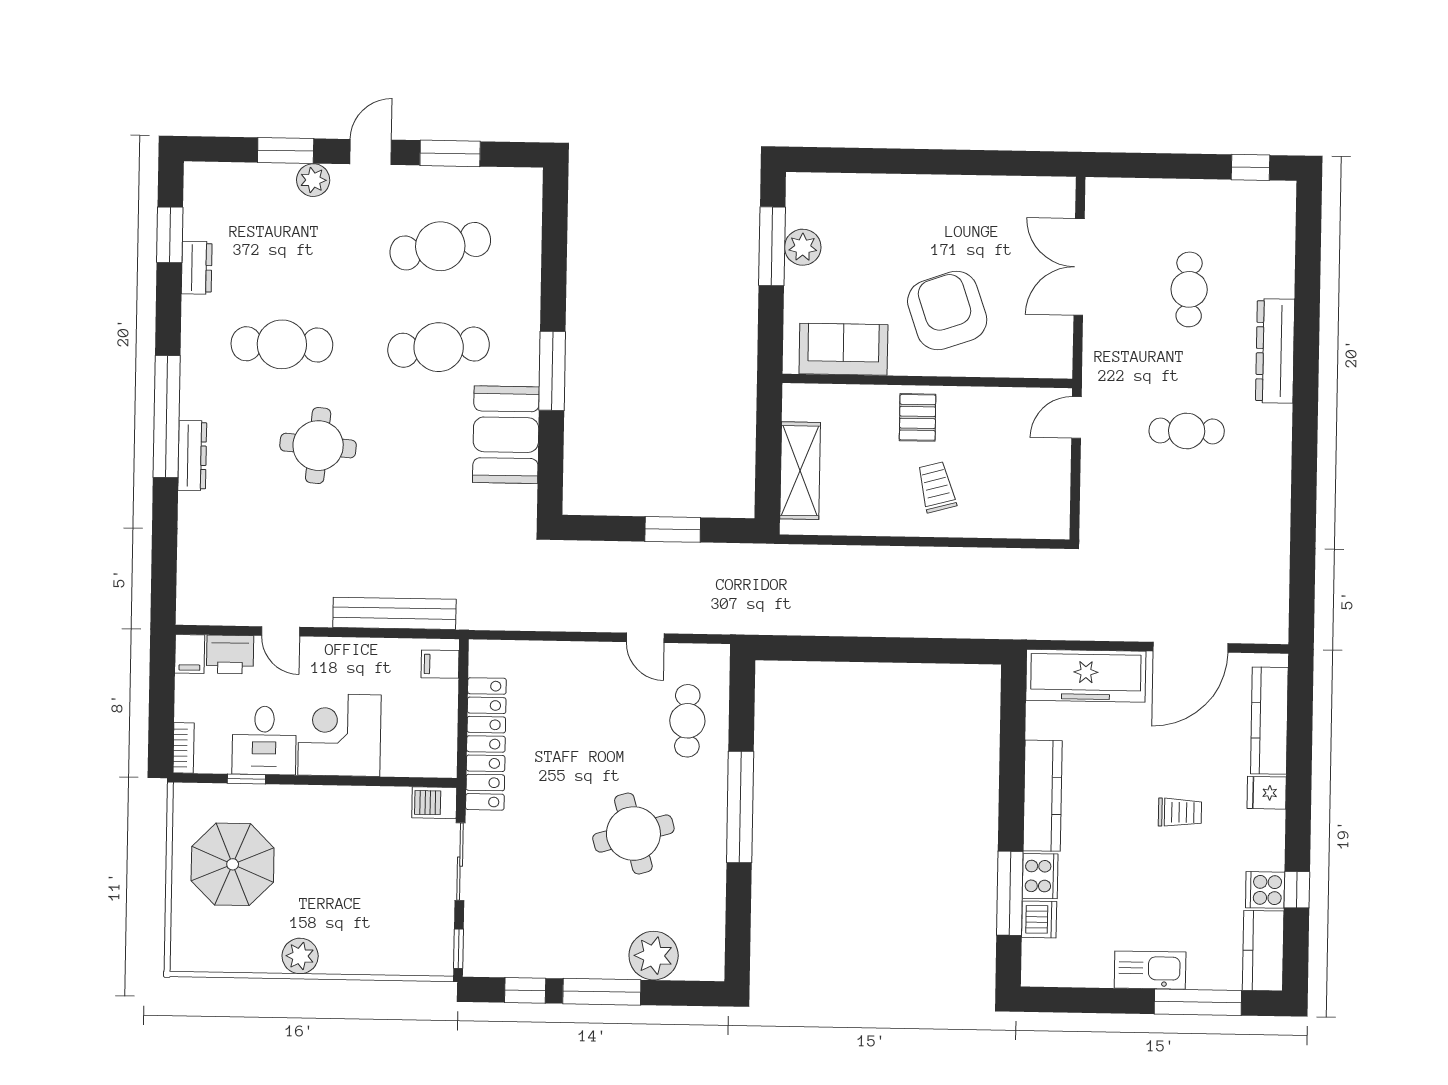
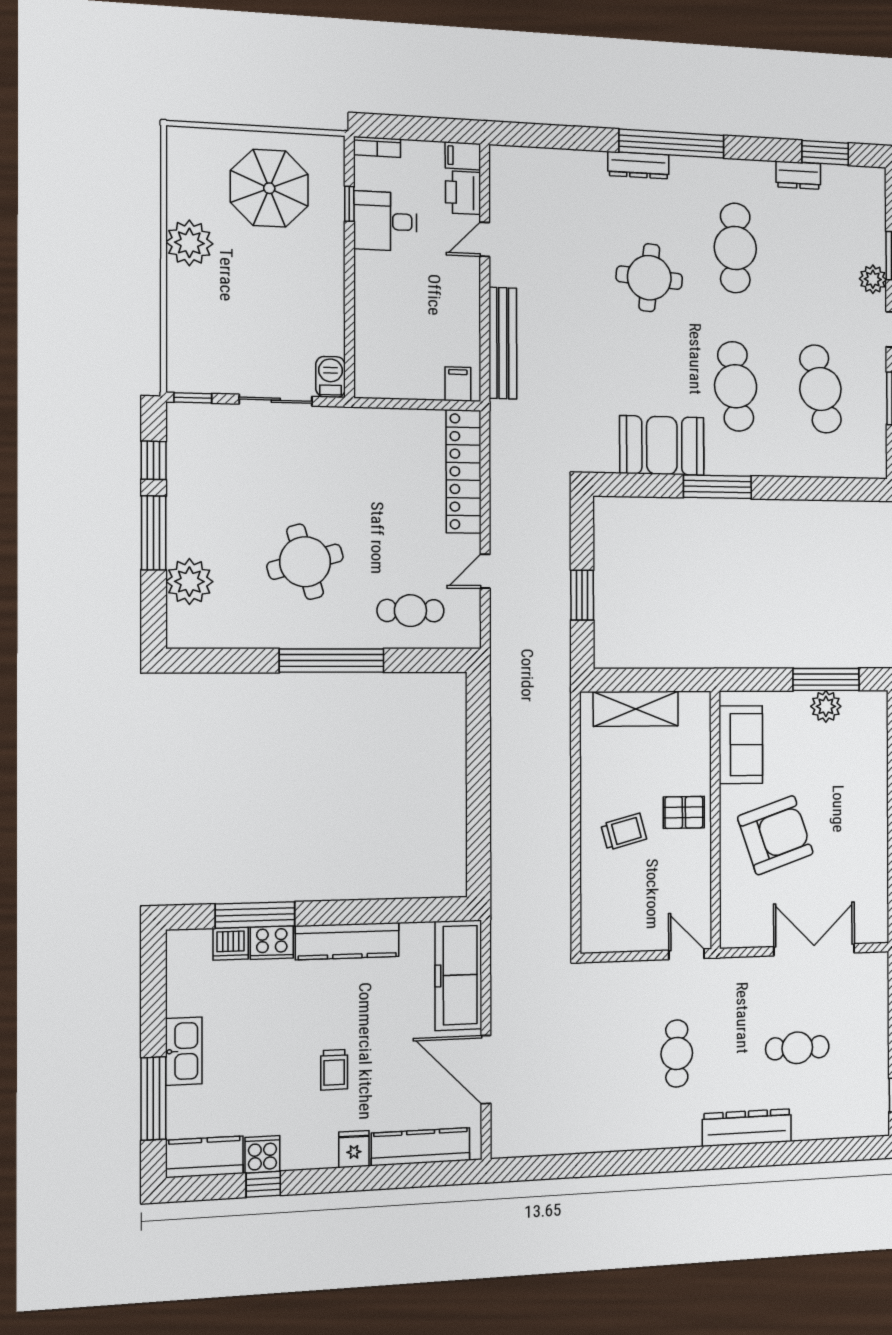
corner desk: (339, 735) -> (392, 291), removed
locker: (486, 744) -> (464, 472), moved, turned 90
plant: (300, 956) -> (189, 243), width x1.36, depth x1.36

